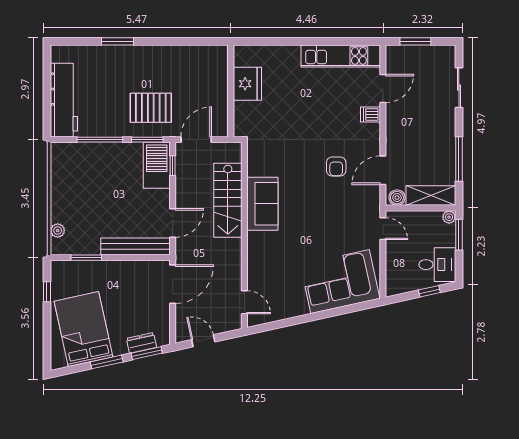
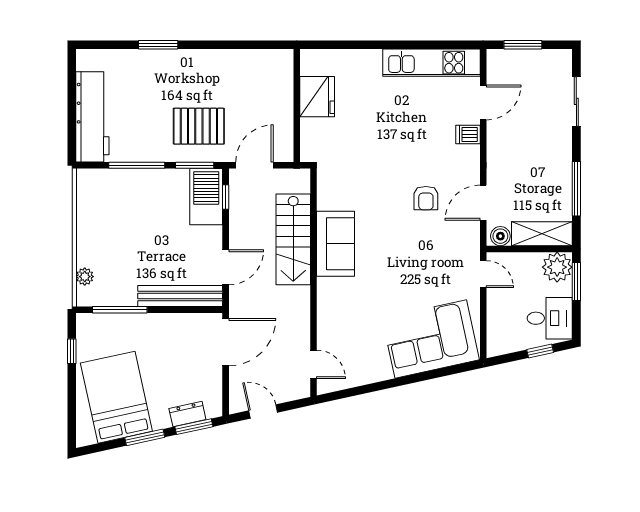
plant: (449, 217) -> (557, 267), width x1.88, depth x1.88
window: (86, 258) -> (120, 310), width x1.44

